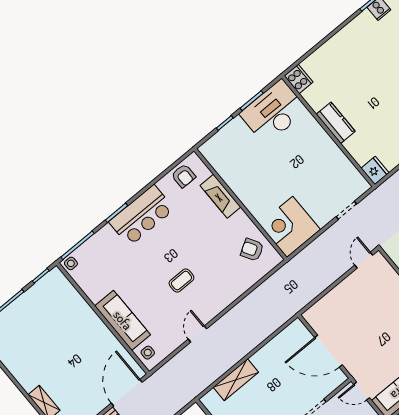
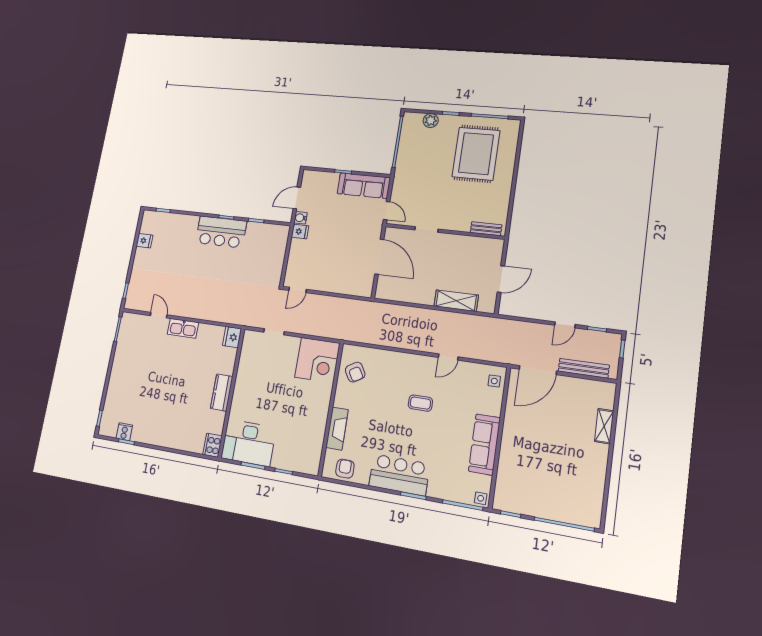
sofa: (123, 320) -> (484, 444), moved

